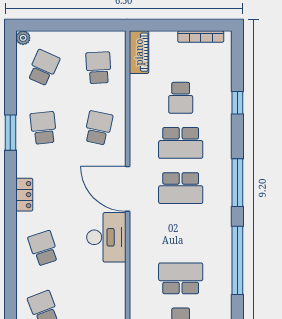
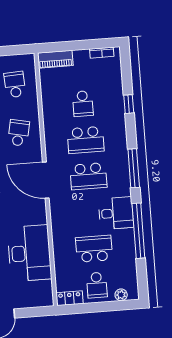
bookcase: (201, 37) -> (102, 53), width x0.64
piano: (139, 52) -> (55, 59), moved, turned 90
desk: (211, 236) -> (116, 213), added
desk: (106, 237) -> (29, 253), moved, width x1.36, depth x1.30

